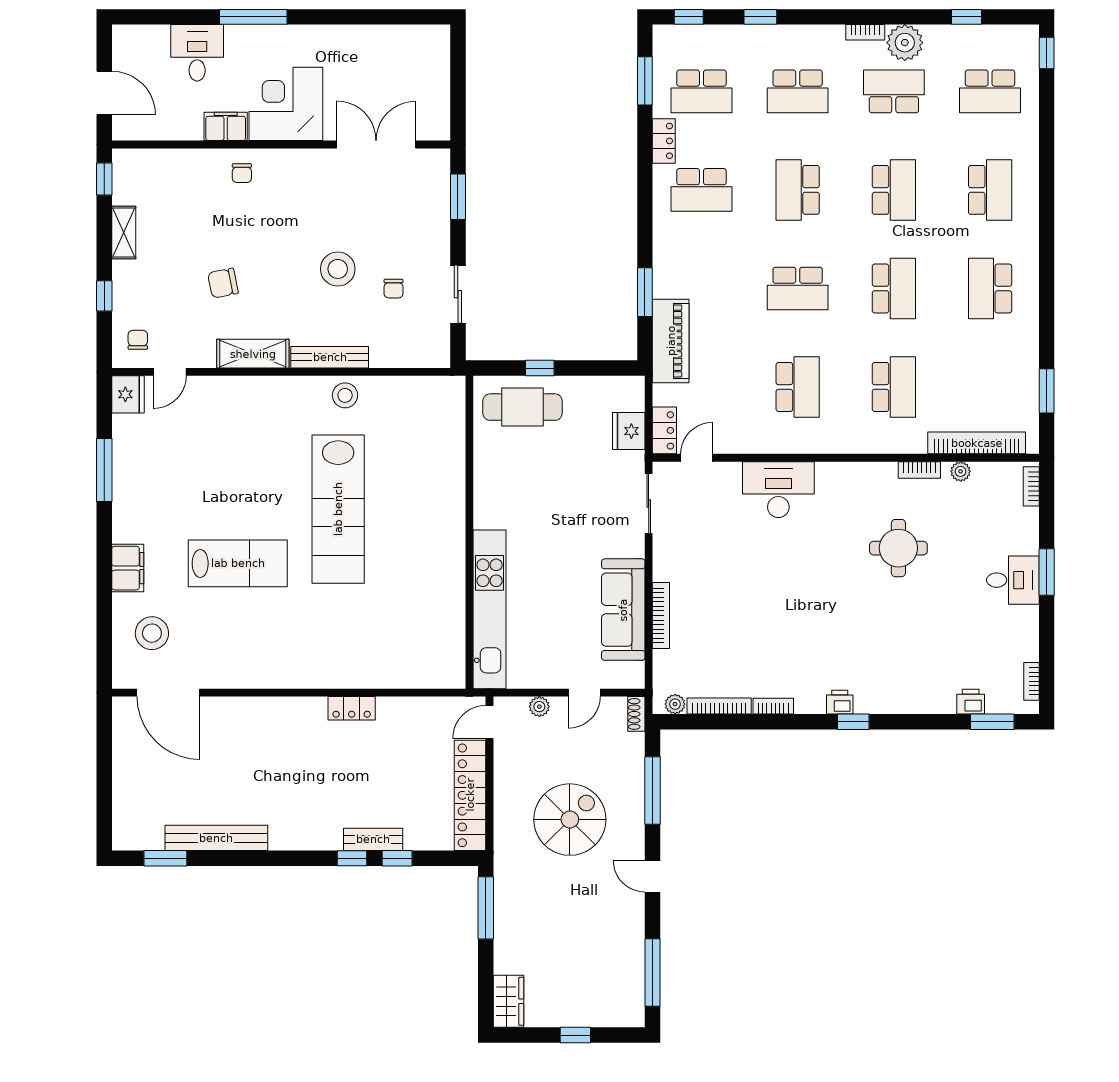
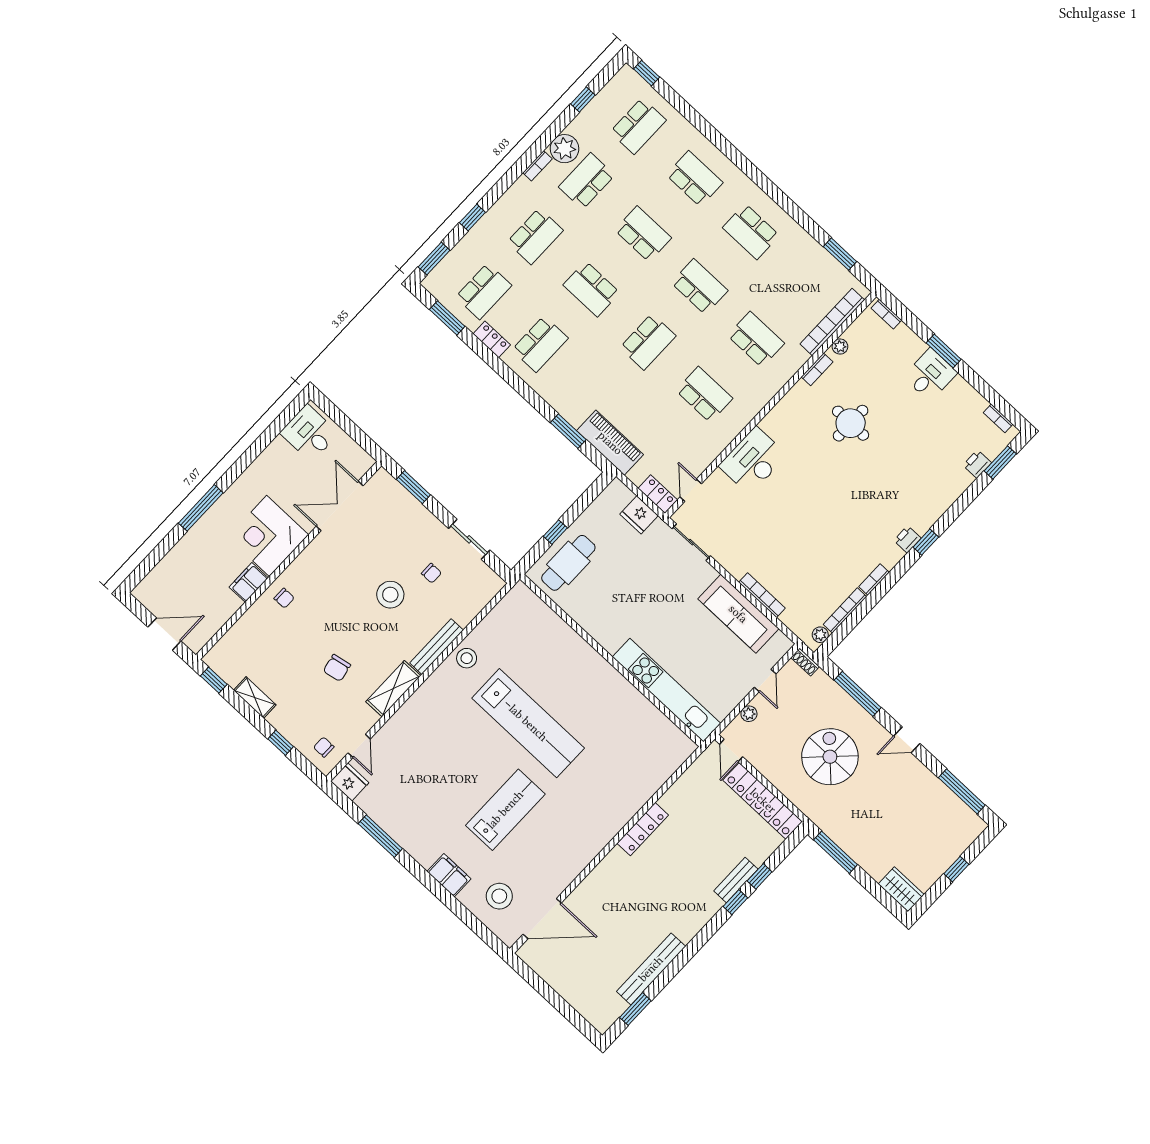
window: (689, 17) -> (434, 259), width x1.50
desk: (197, 53) -> (309, 433), moved
locker: (352, 708) -> (643, 829), width x1.53

